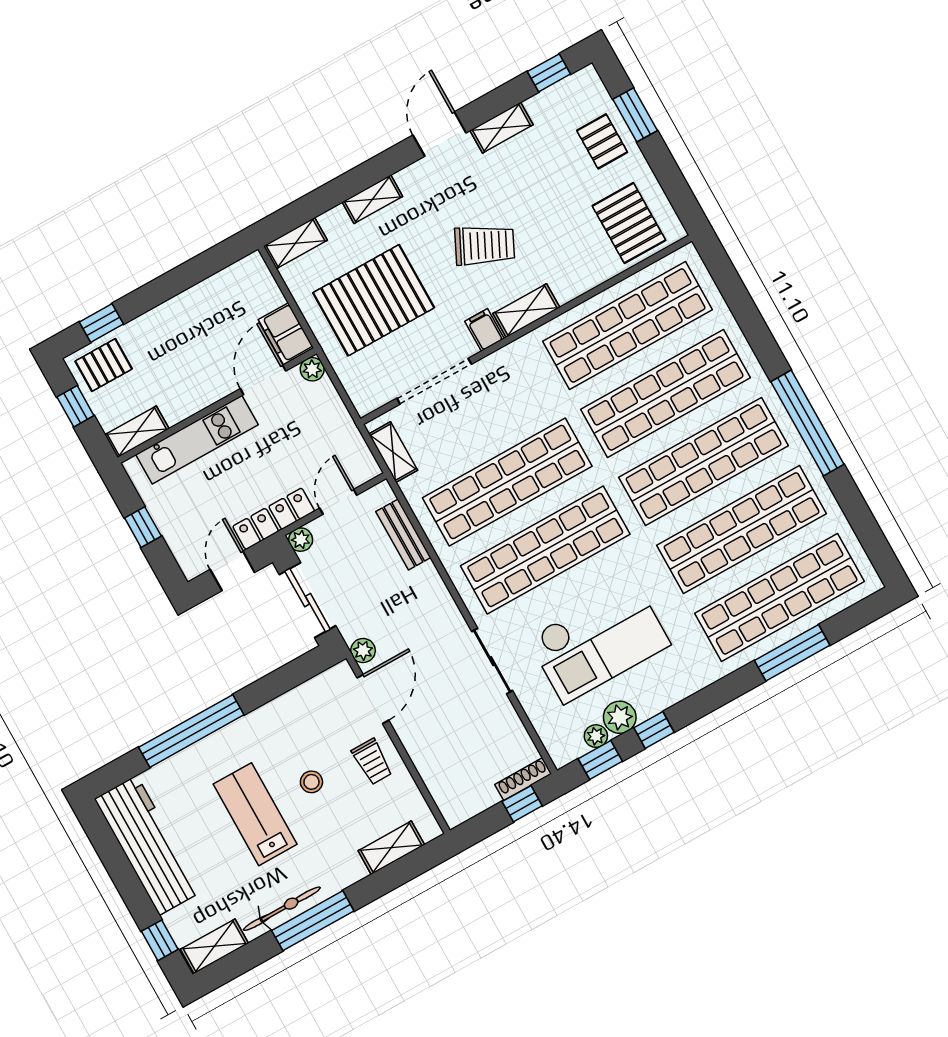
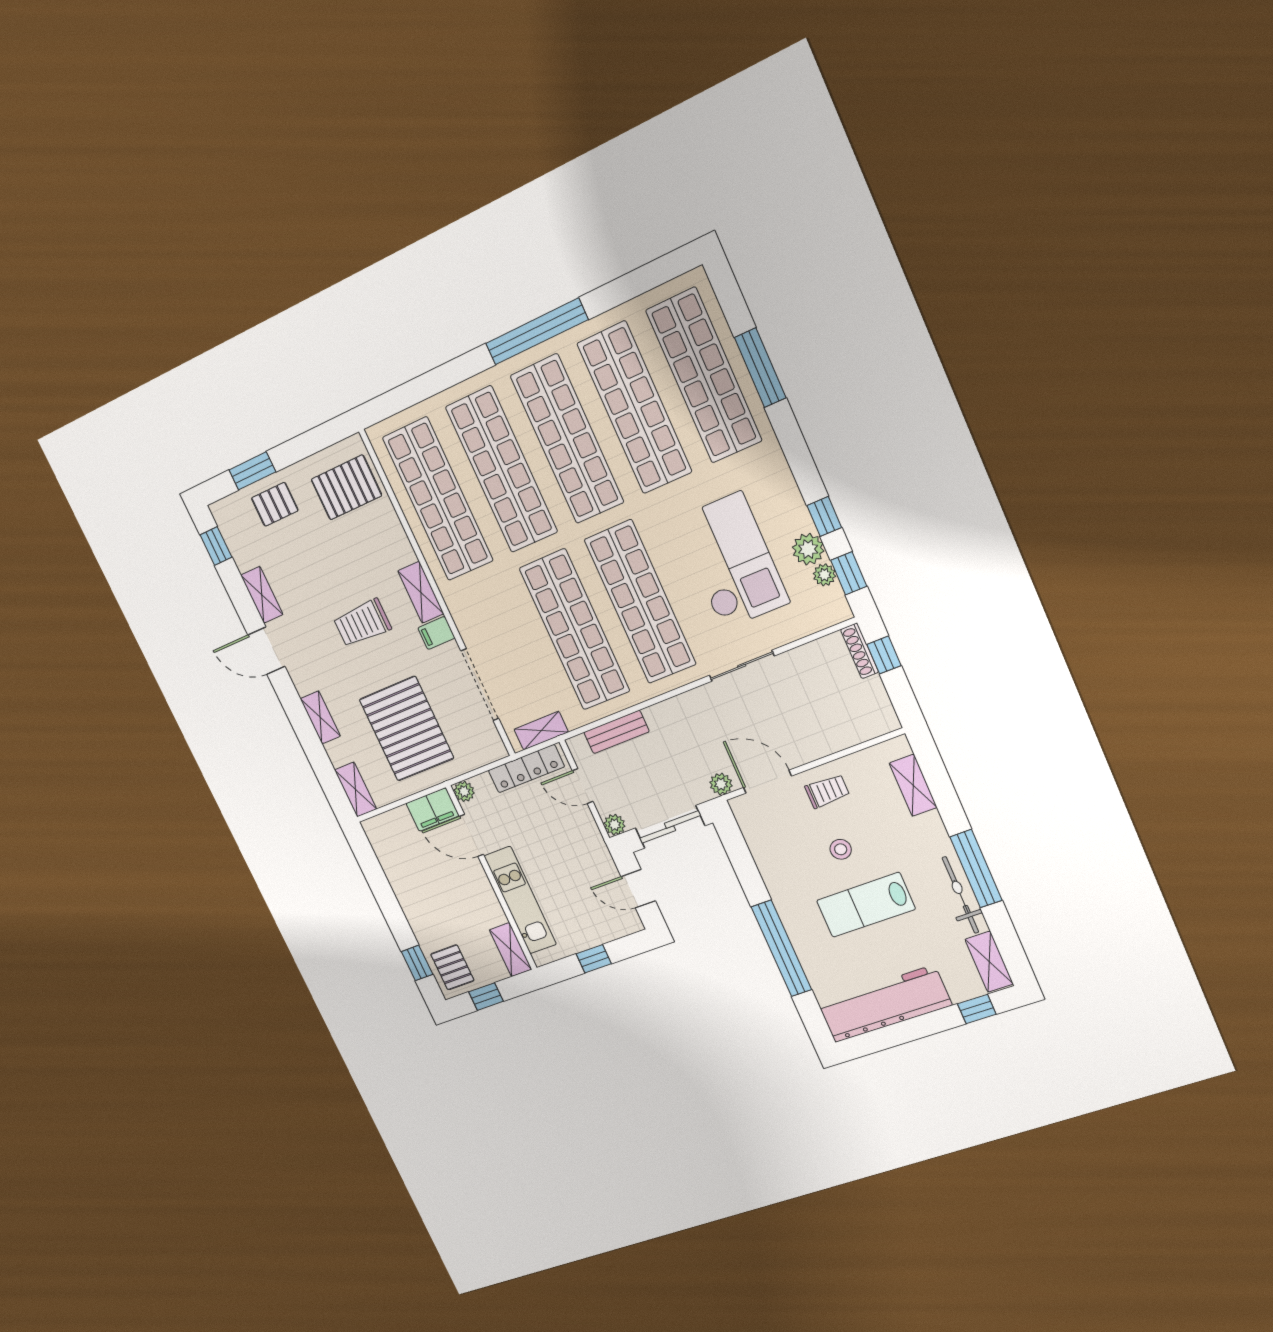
trolley: (485, 245) -> (362, 623), turned -116
locker: (274, 519) -> (526, 769), moved, turned -90

